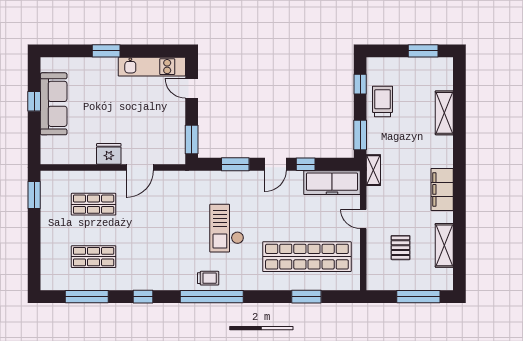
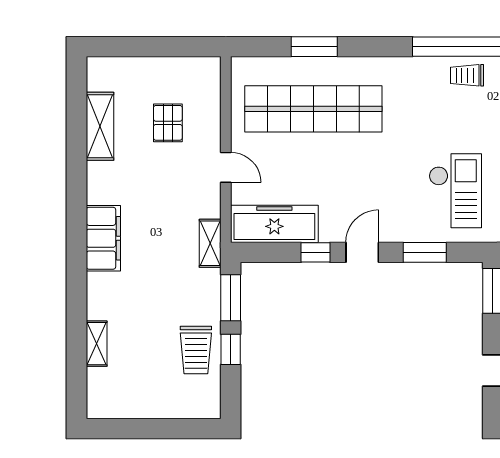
window: (423, 51) -> (133, 429), removed
window: (360, 84) -> (231, 349), moved
shelving: (444, 113) -> (97, 344), width x0.67, depth x0.75
filing cabinet: (442, 189) -> (103, 238), moved
checkout: (227, 228) -> (455, 191), moved
window: (418, 297) -> (140, 47), removed

